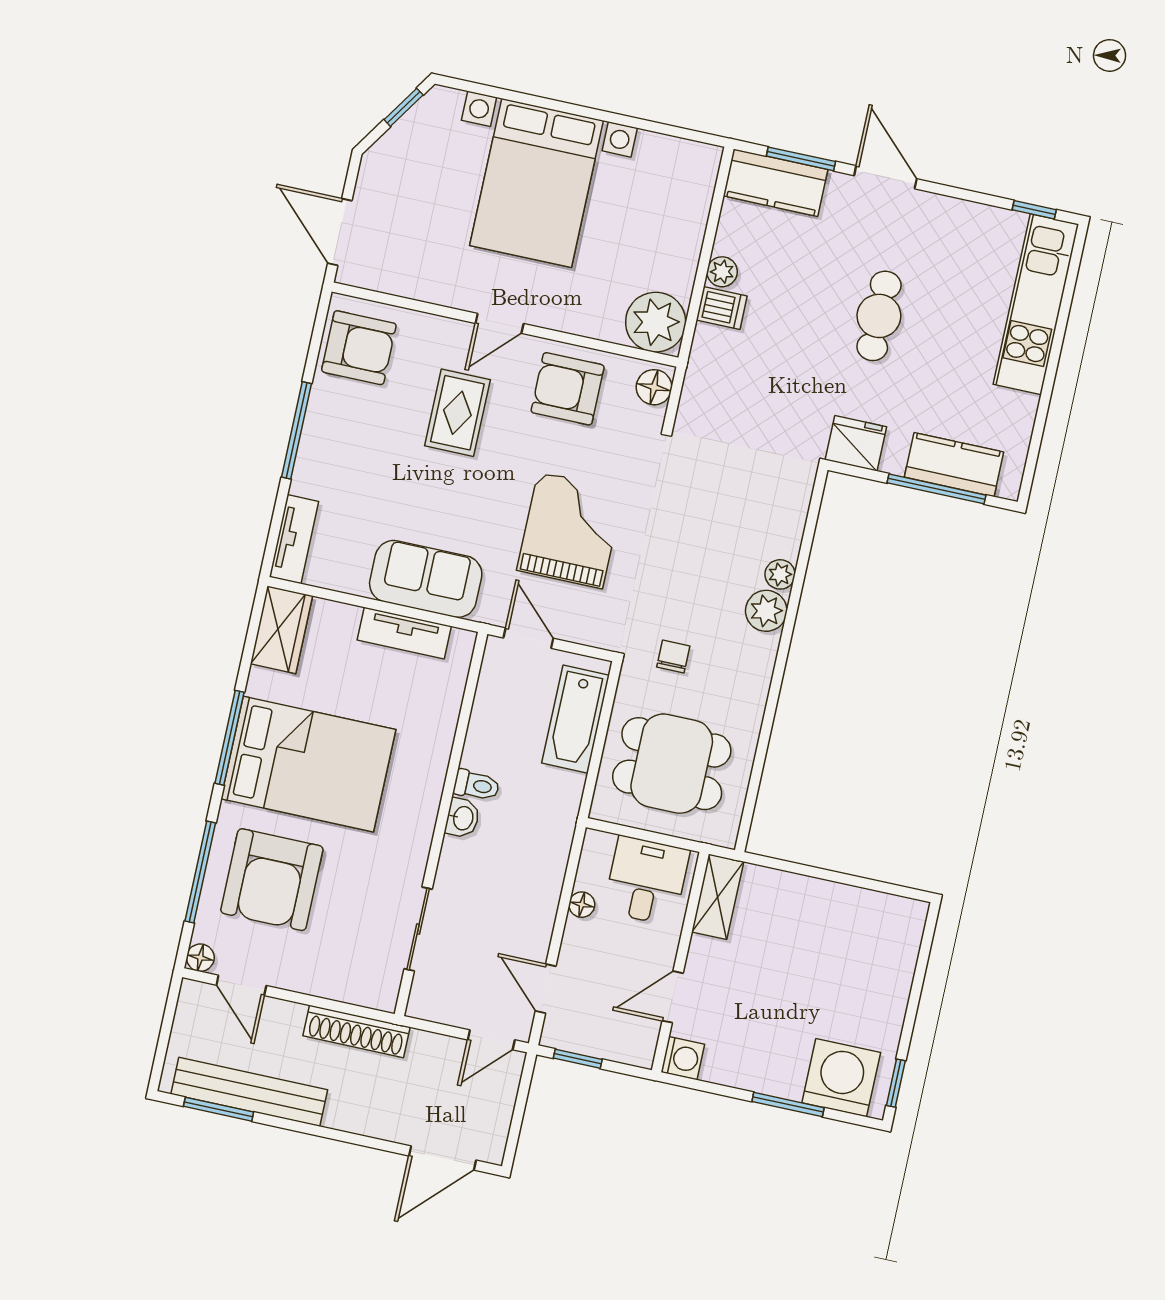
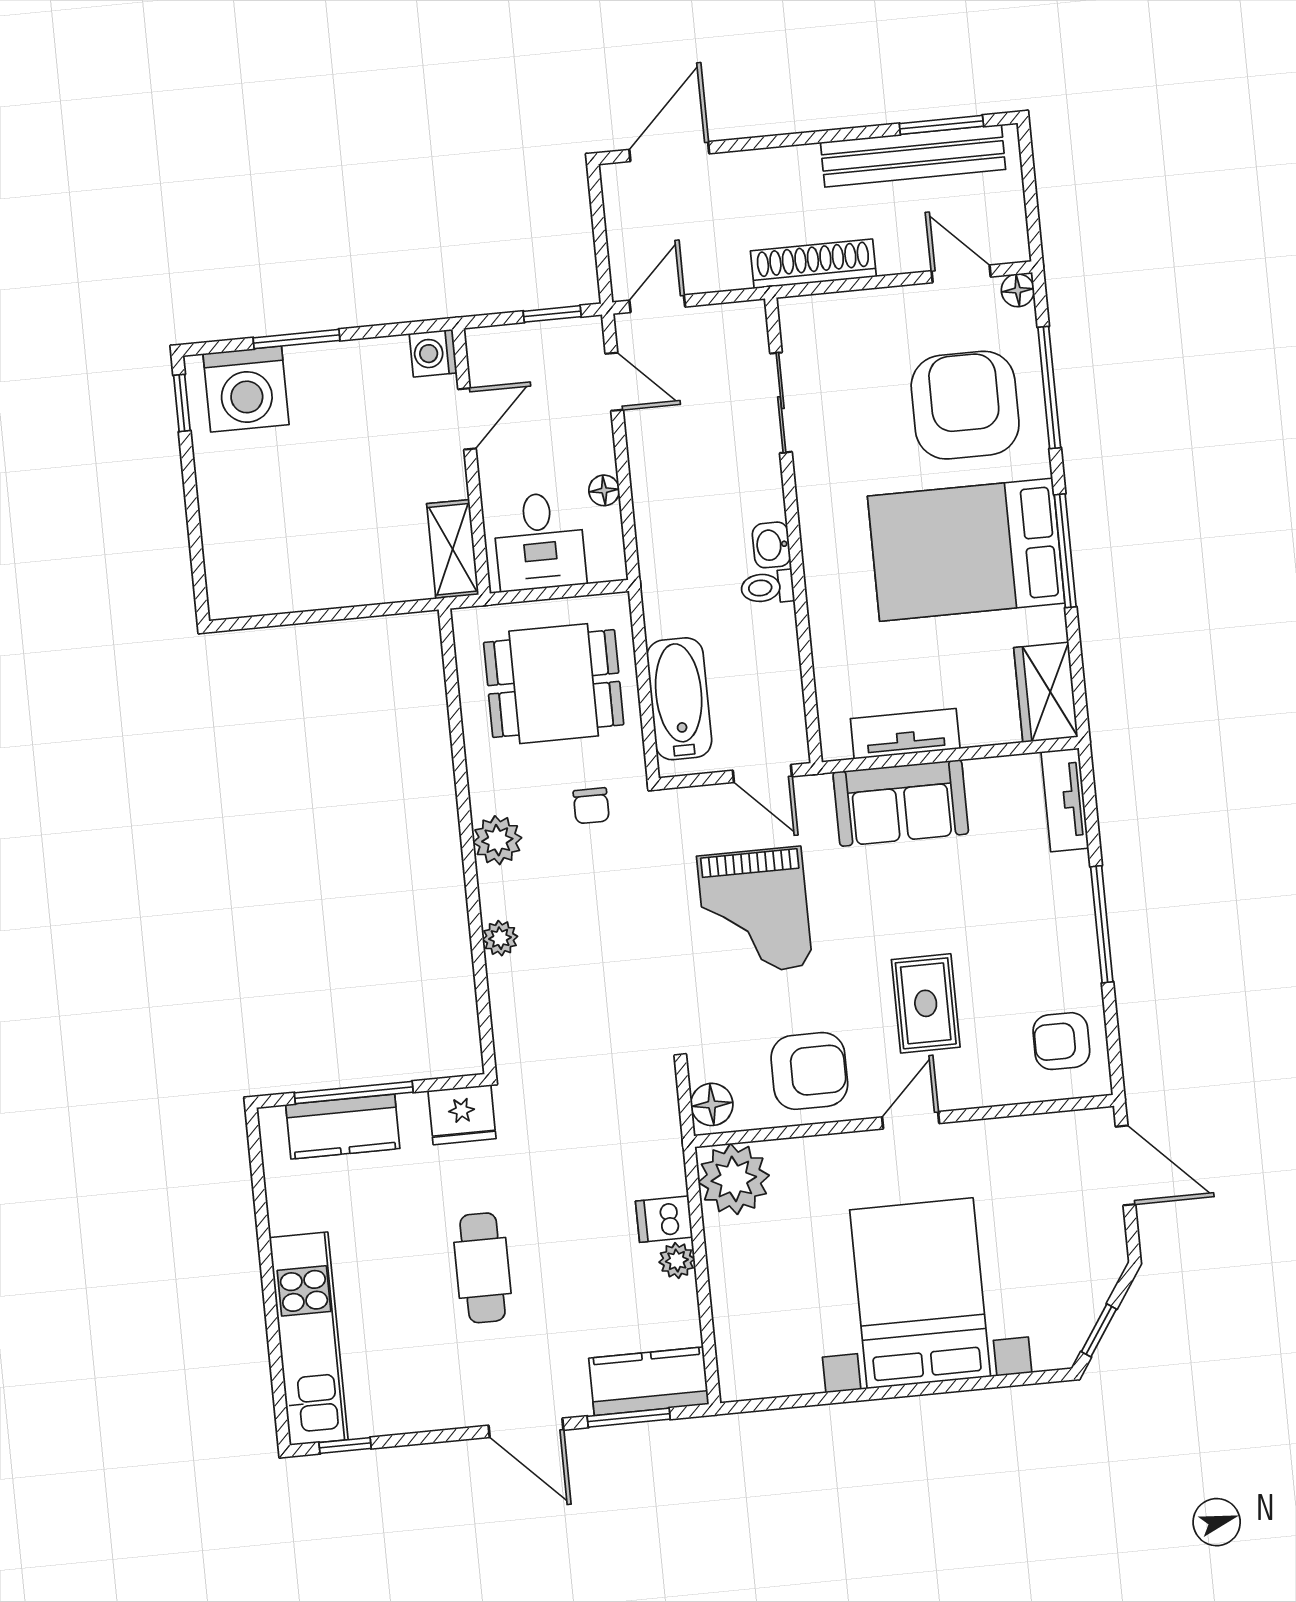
armchair: (359, 348) -> (1061, 1041), width x0.72, depth x0.72
plant: (766, 611) -> (497, 840), moved

